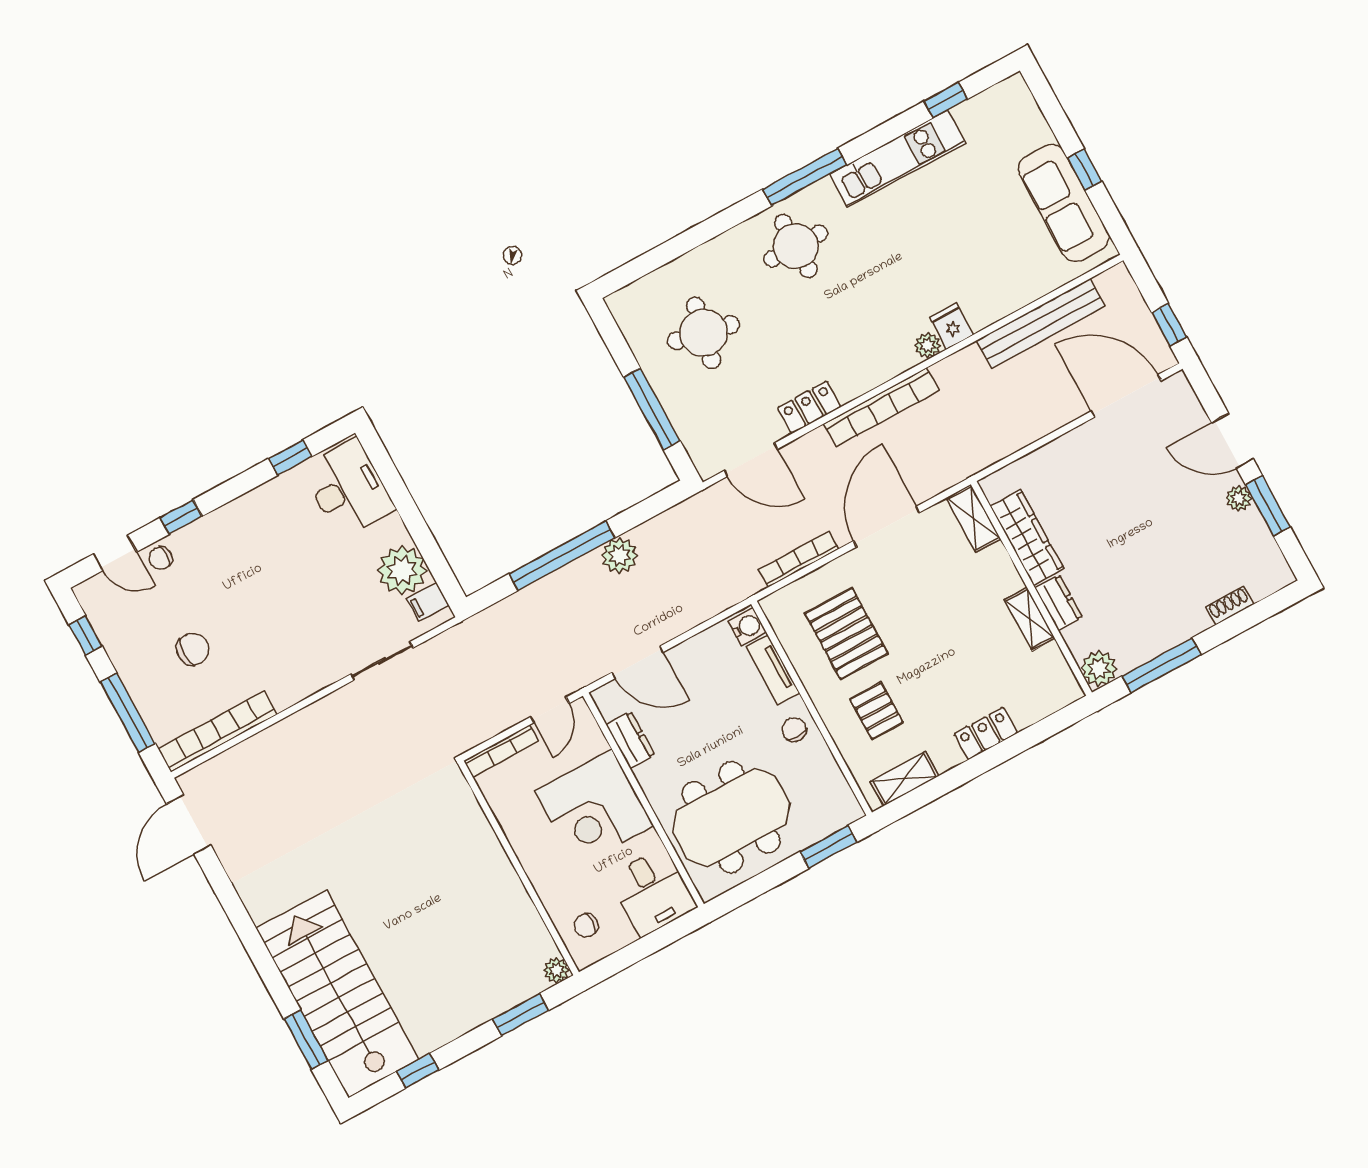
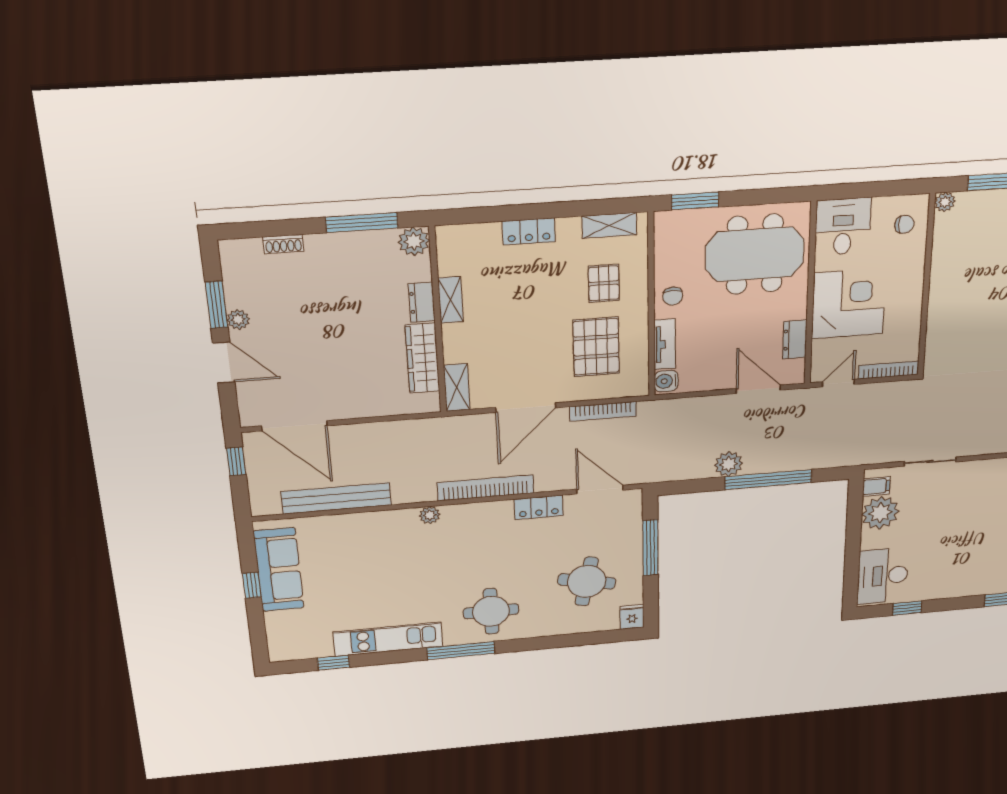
fridge: (952, 326) -> (632, 617), moved, turned 180

